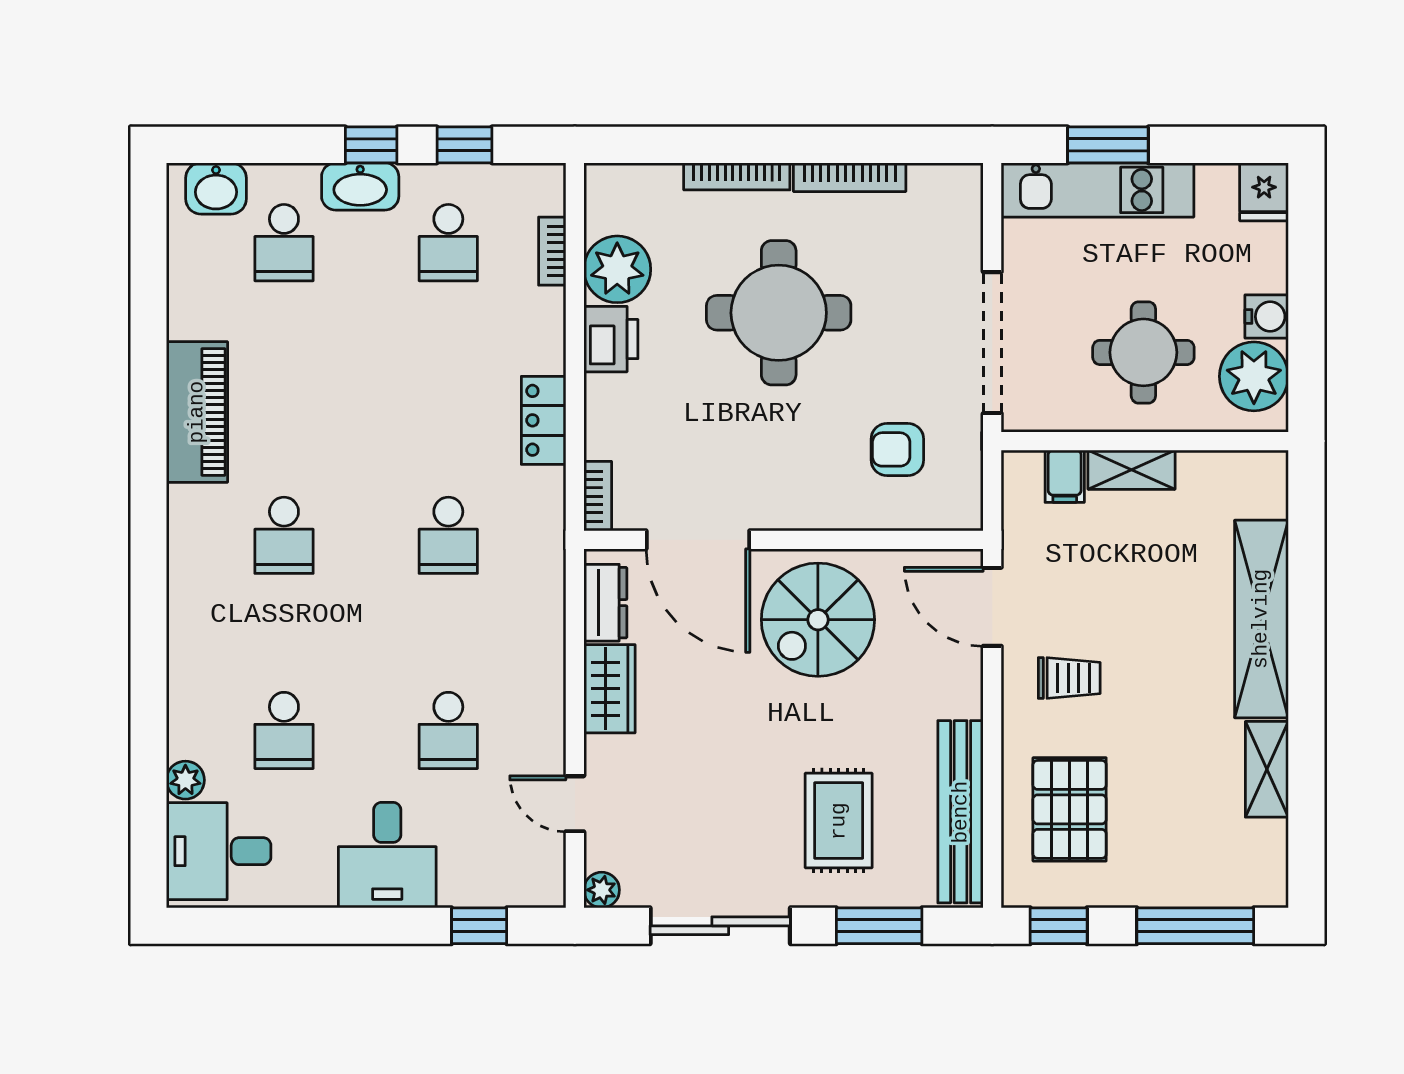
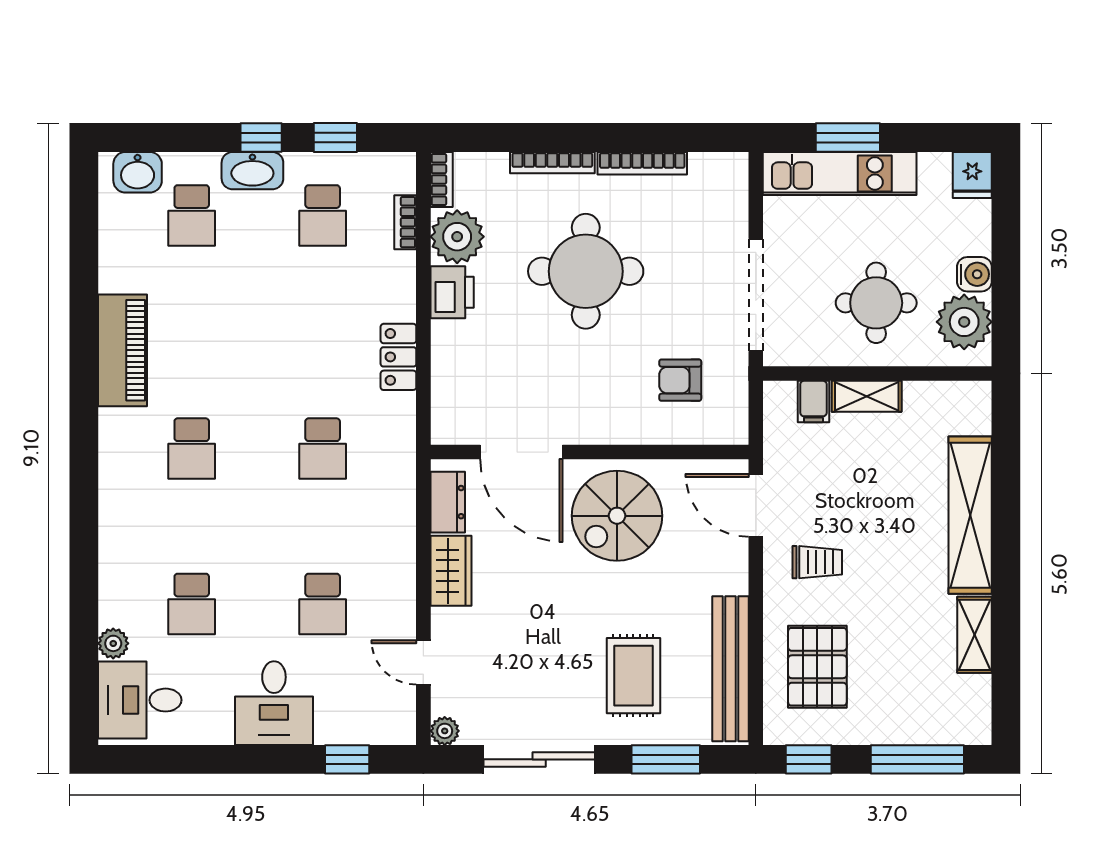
bookcase: (598, 496) -> (442, 179), moved

